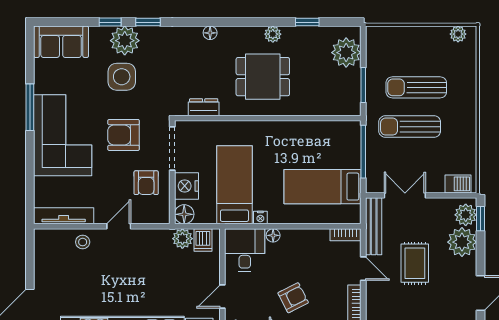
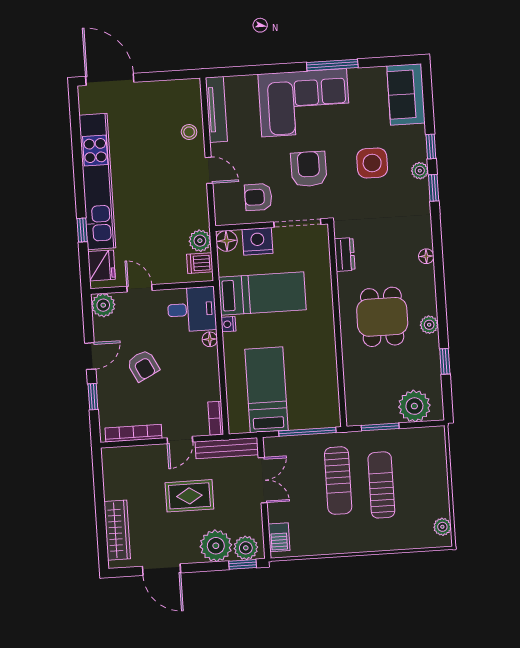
plant: (125, 41) -> (420, 171), width x0.53, depth x0.53
sun lounger: (410, 127) -> (338, 481), turned 180

